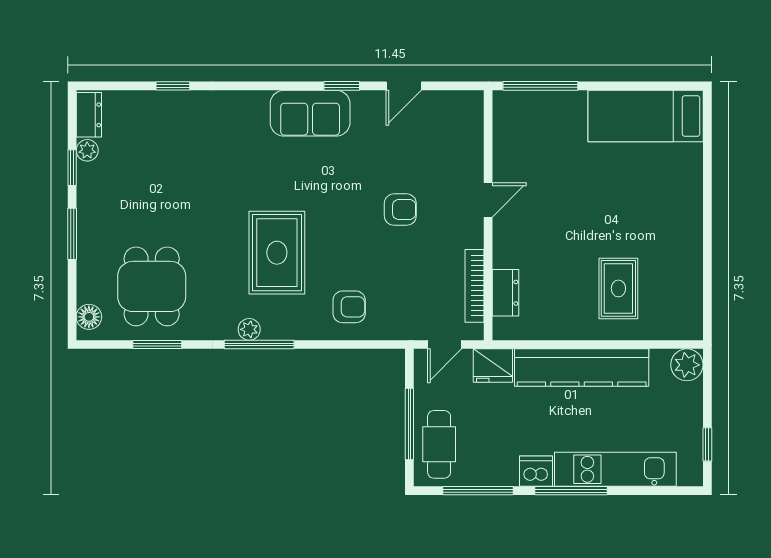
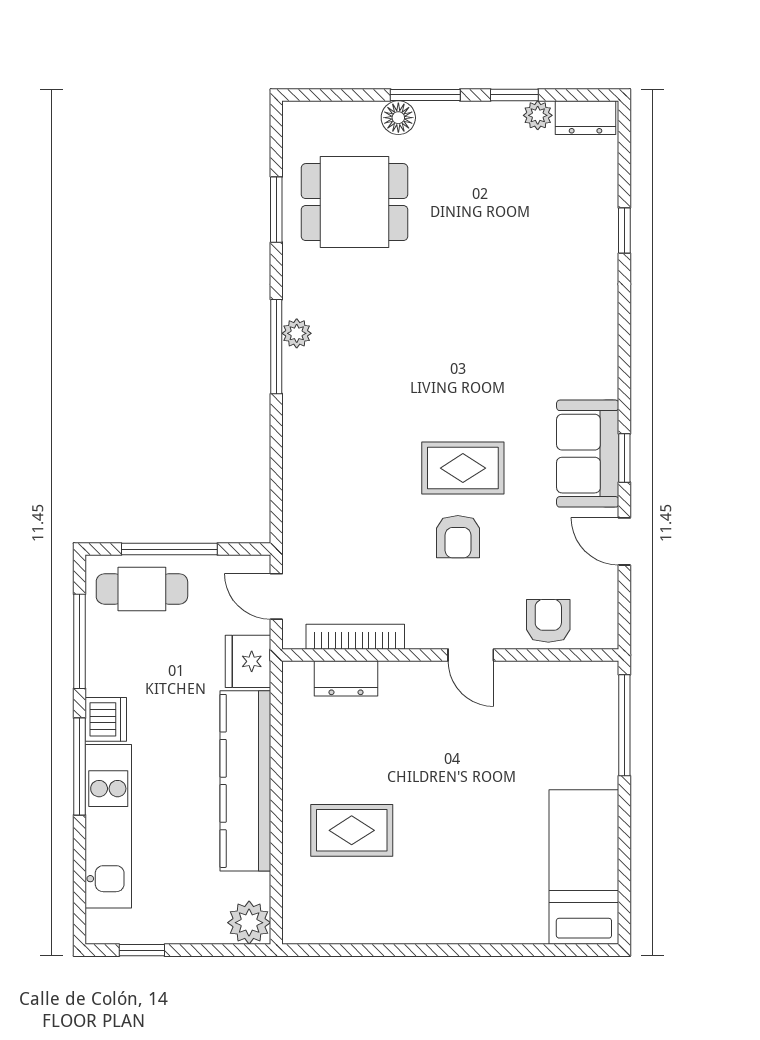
sofa: (310, 113) -> (588, 454), moved
rug: (277, 253) -> (463, 468), moved, width x0.73, depth x0.70
armchair: (349, 307) -> (548, 621), moved, turned 180
floor lamp: (89, 317) -> (398, 118), moved

